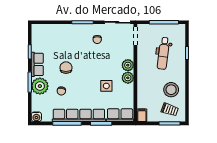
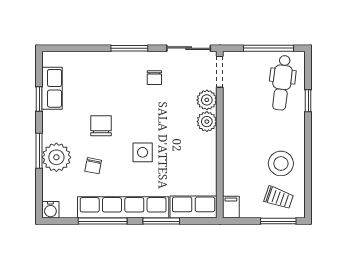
dental chair: (163, 53) -> (282, 83), moved
row of seats: (37, 64) -> (52, 88), moved
plant: (128, 78) -> (207, 100), moved
side table: (106, 86) -> (143, 152), moved

